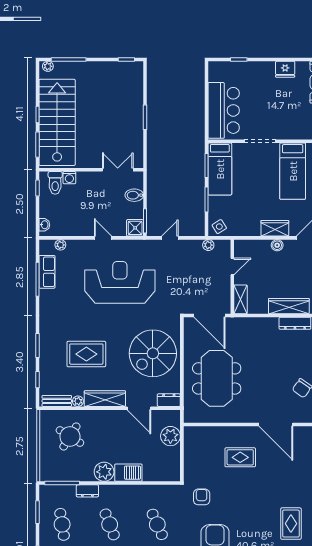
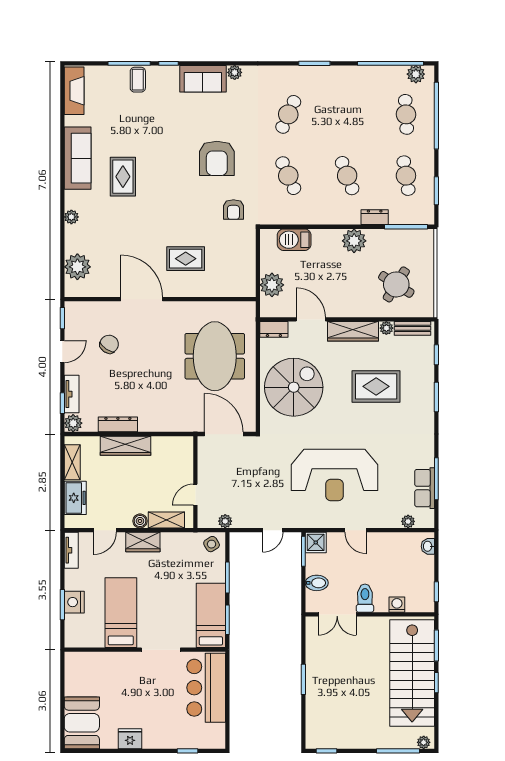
toilet: (55, 183) -> (365, 598), moved
shelving: (240, 299) -> (166, 520), moved, turned 90
barbecue: (128, 473) -> (294, 240), moved

